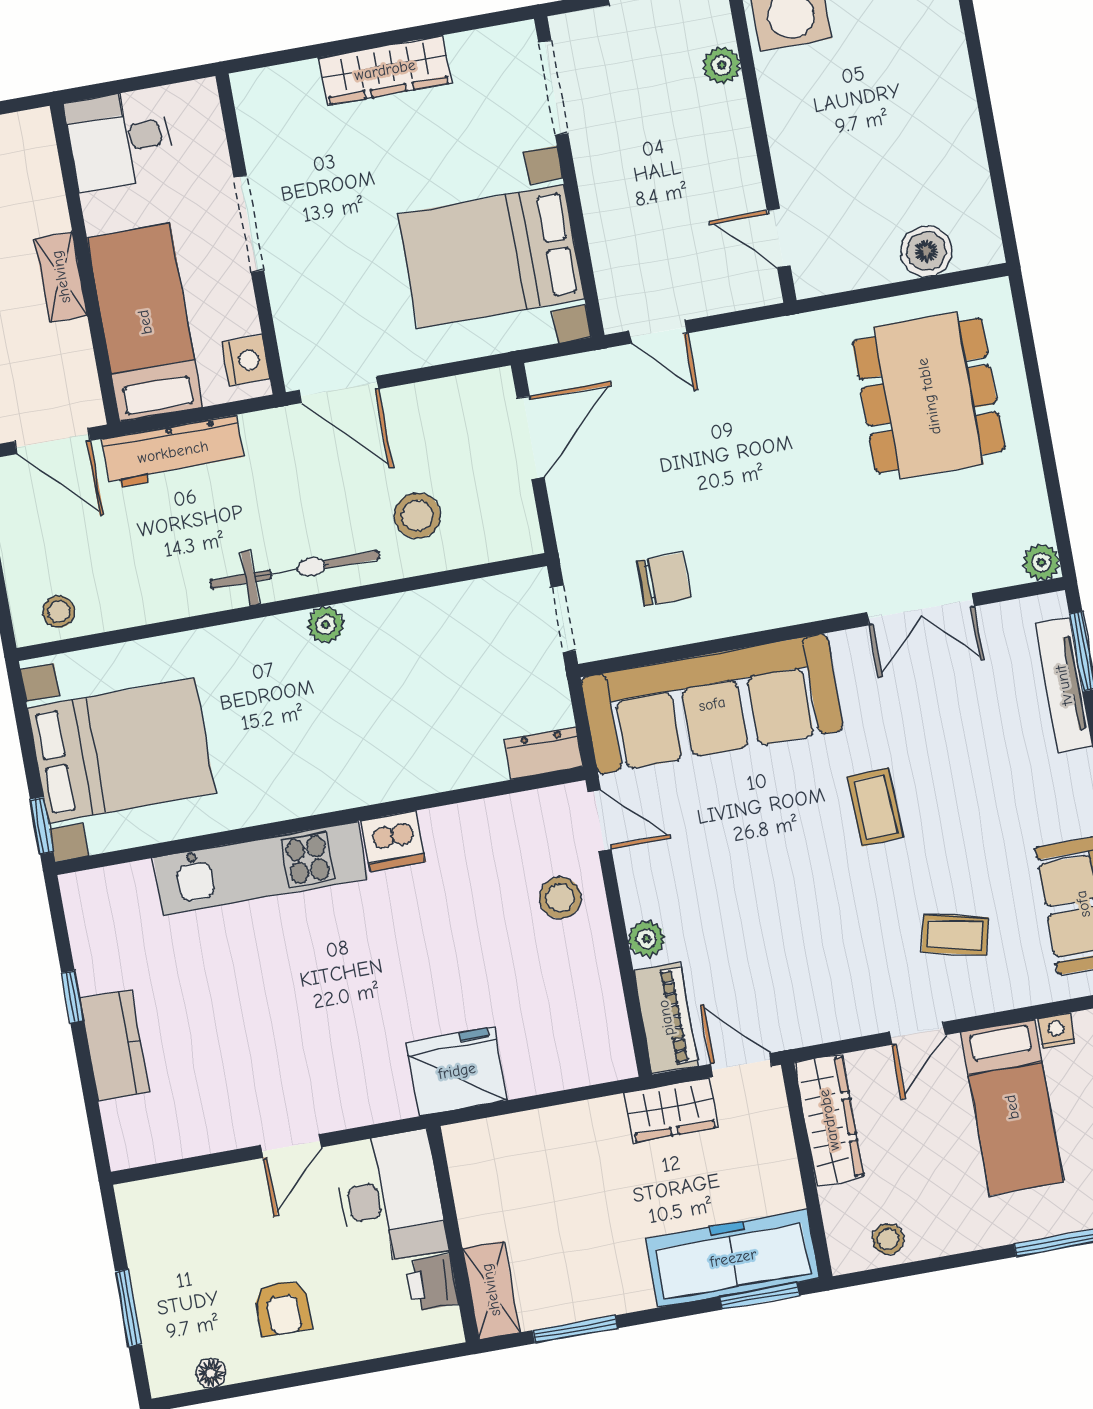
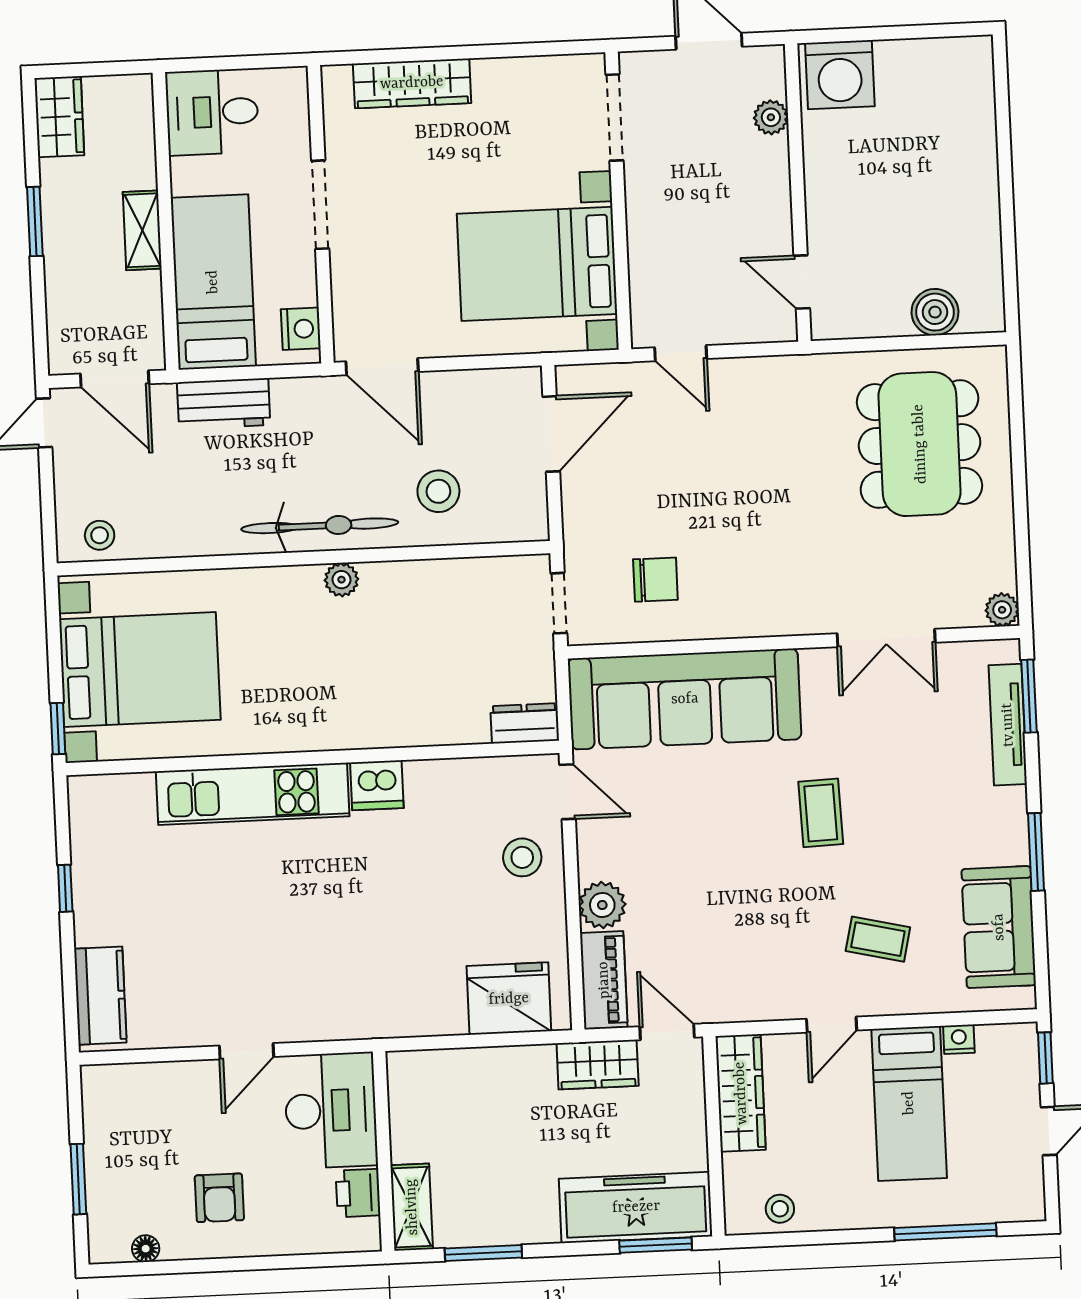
wardrobe: (385, 70) -> (412, 83), moved
workbench: (173, 452) -> (224, 404), width x0.73
plant: (646, 939) -> (602, 905), width x1.38, depth x1.38
kitchen counter: (115, 1045) -> (100, 996), moved
fridge: (457, 1071) -> (509, 999), moved

